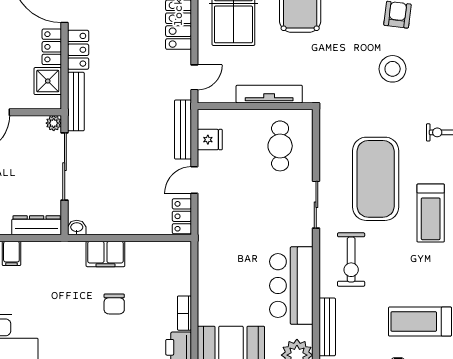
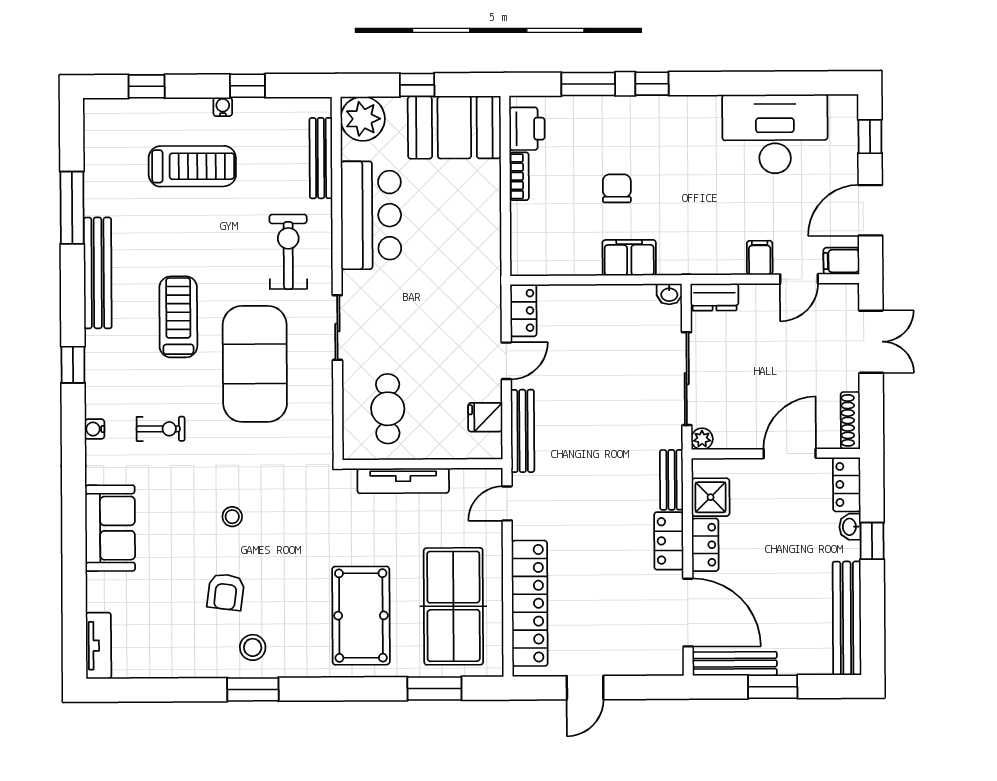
stool: (393, 69) -> (232, 517), width x0.53, depth x0.53
bench: (76, 102) -> (671, 480), width x0.73
dresser: (37, 225) -> (714, 297), width x0.70

